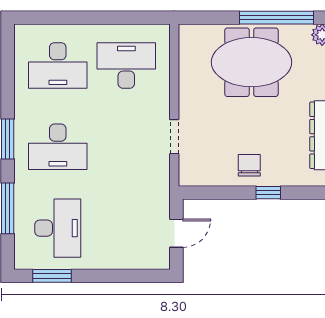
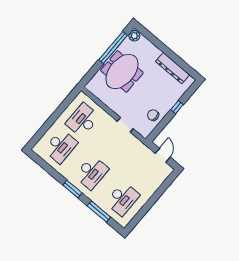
chair: (249, 165) -> (153, 115), moved
desk: (58, 228) -> (123, 199), turned 90
window: (52, 276) -> (139, 216), removed

